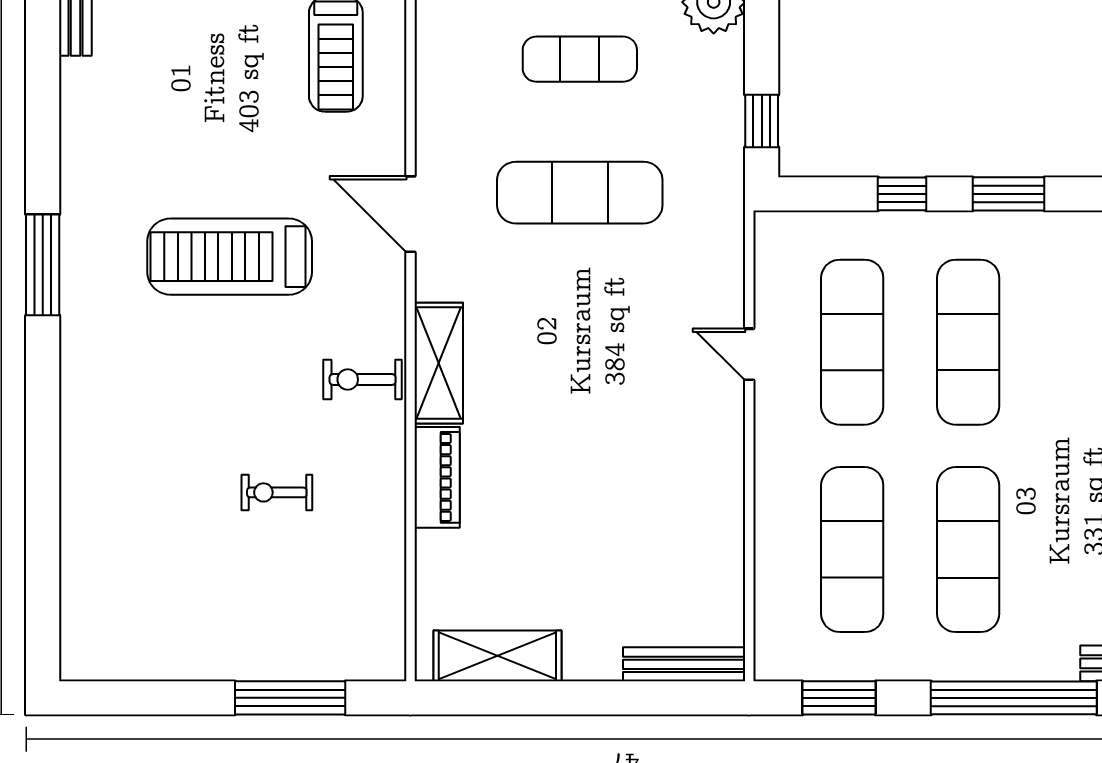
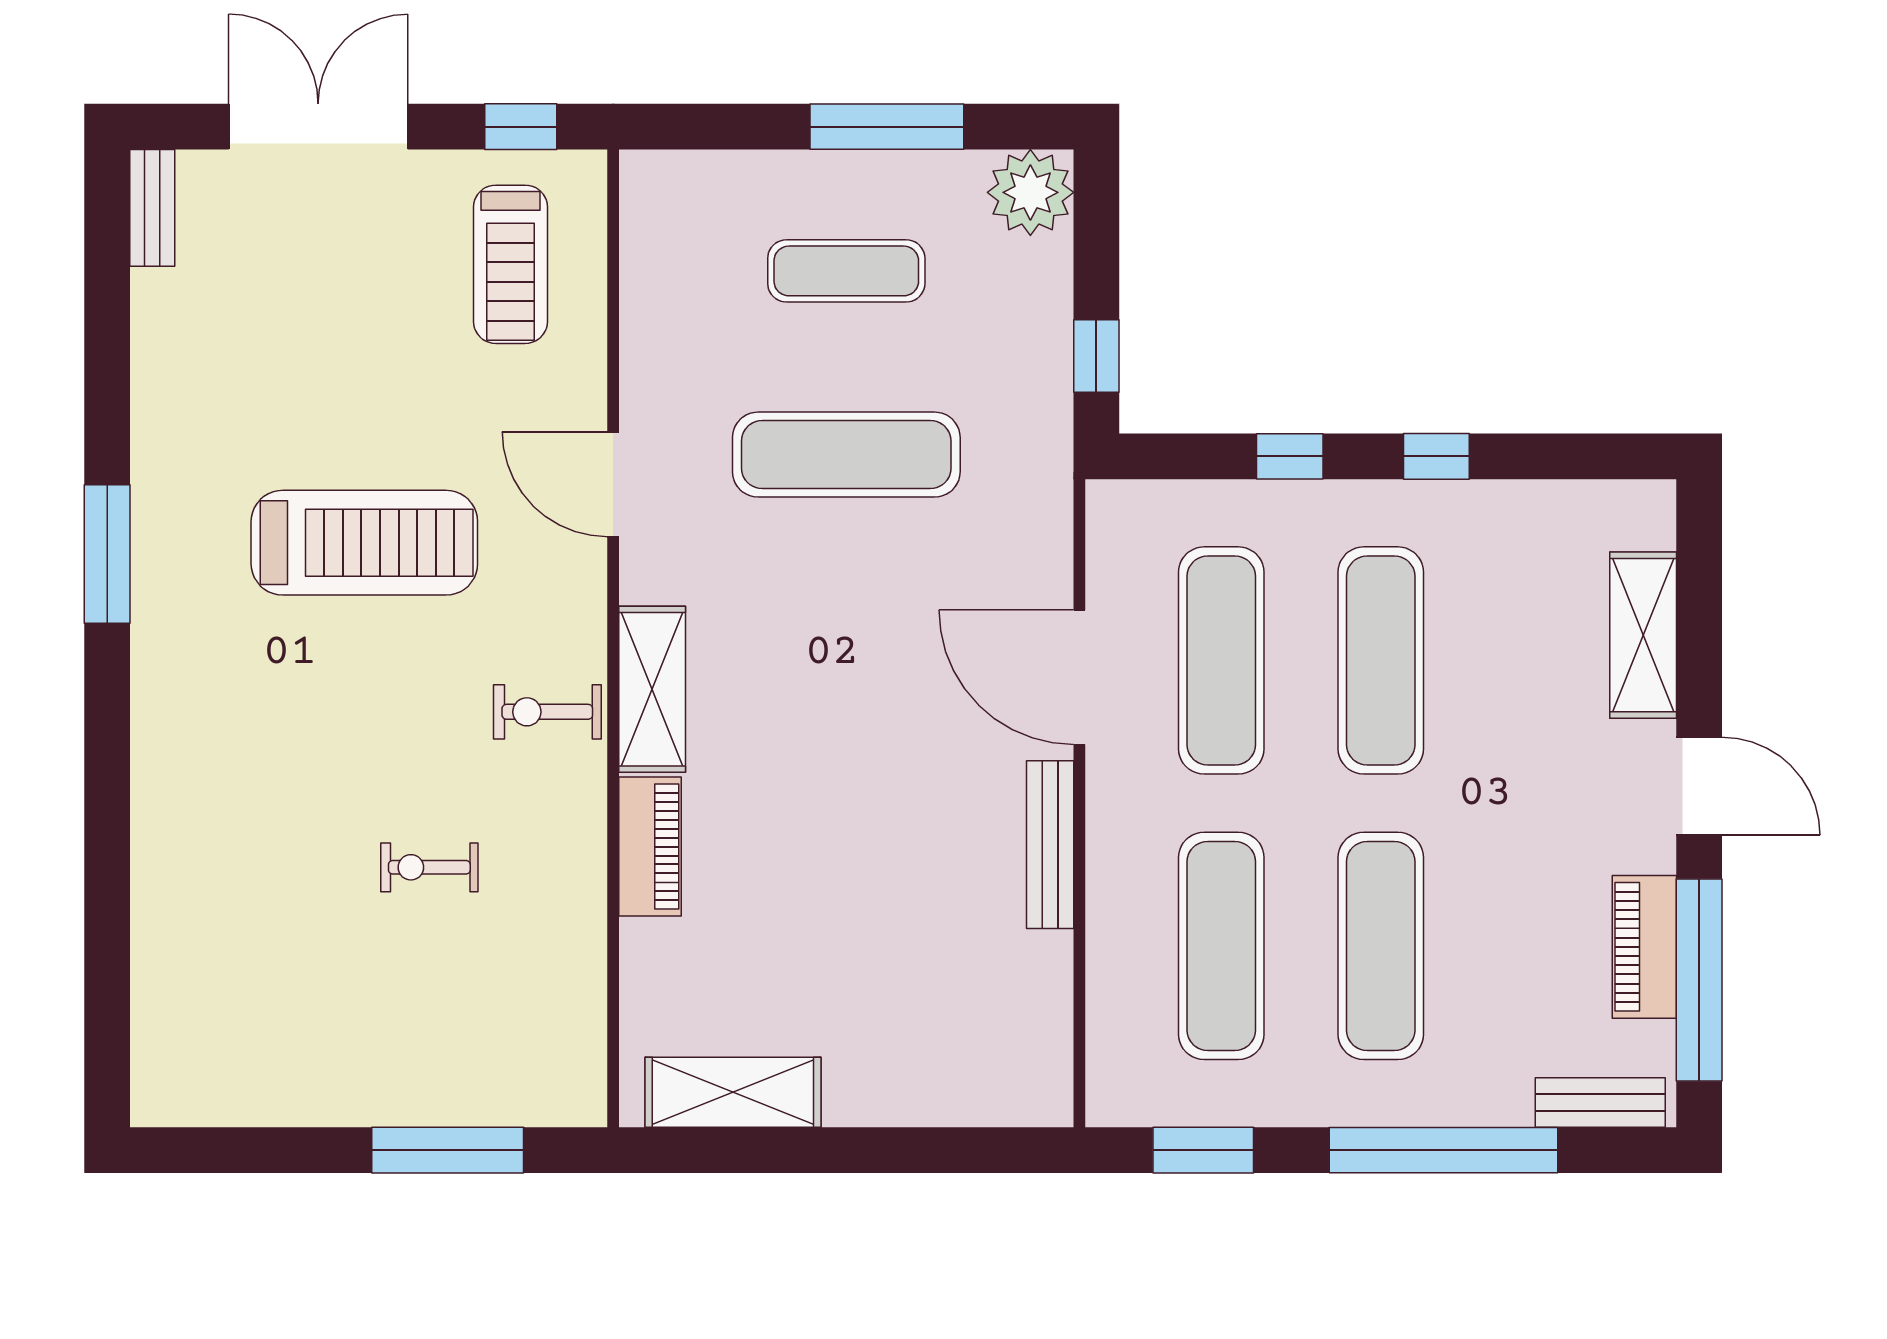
window: (1009, 194) -> (1436, 456), width x0.67
treadmill: (230, 257) -> (364, 543), turned 180
door: (749, 354) -> (1079, 677), width x1.88
bench: (684, 664) -> (1050, 845), moved, turned 90

